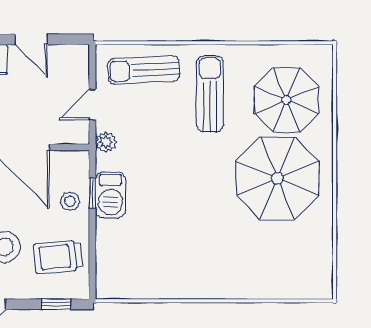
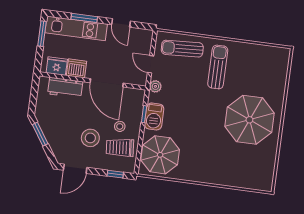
parasol: (286, 100) -> (160, 155), moved
door: (92, 105) -> (151, 64), hinge flipped
stool: (70, 201) -> (120, 126), moved

